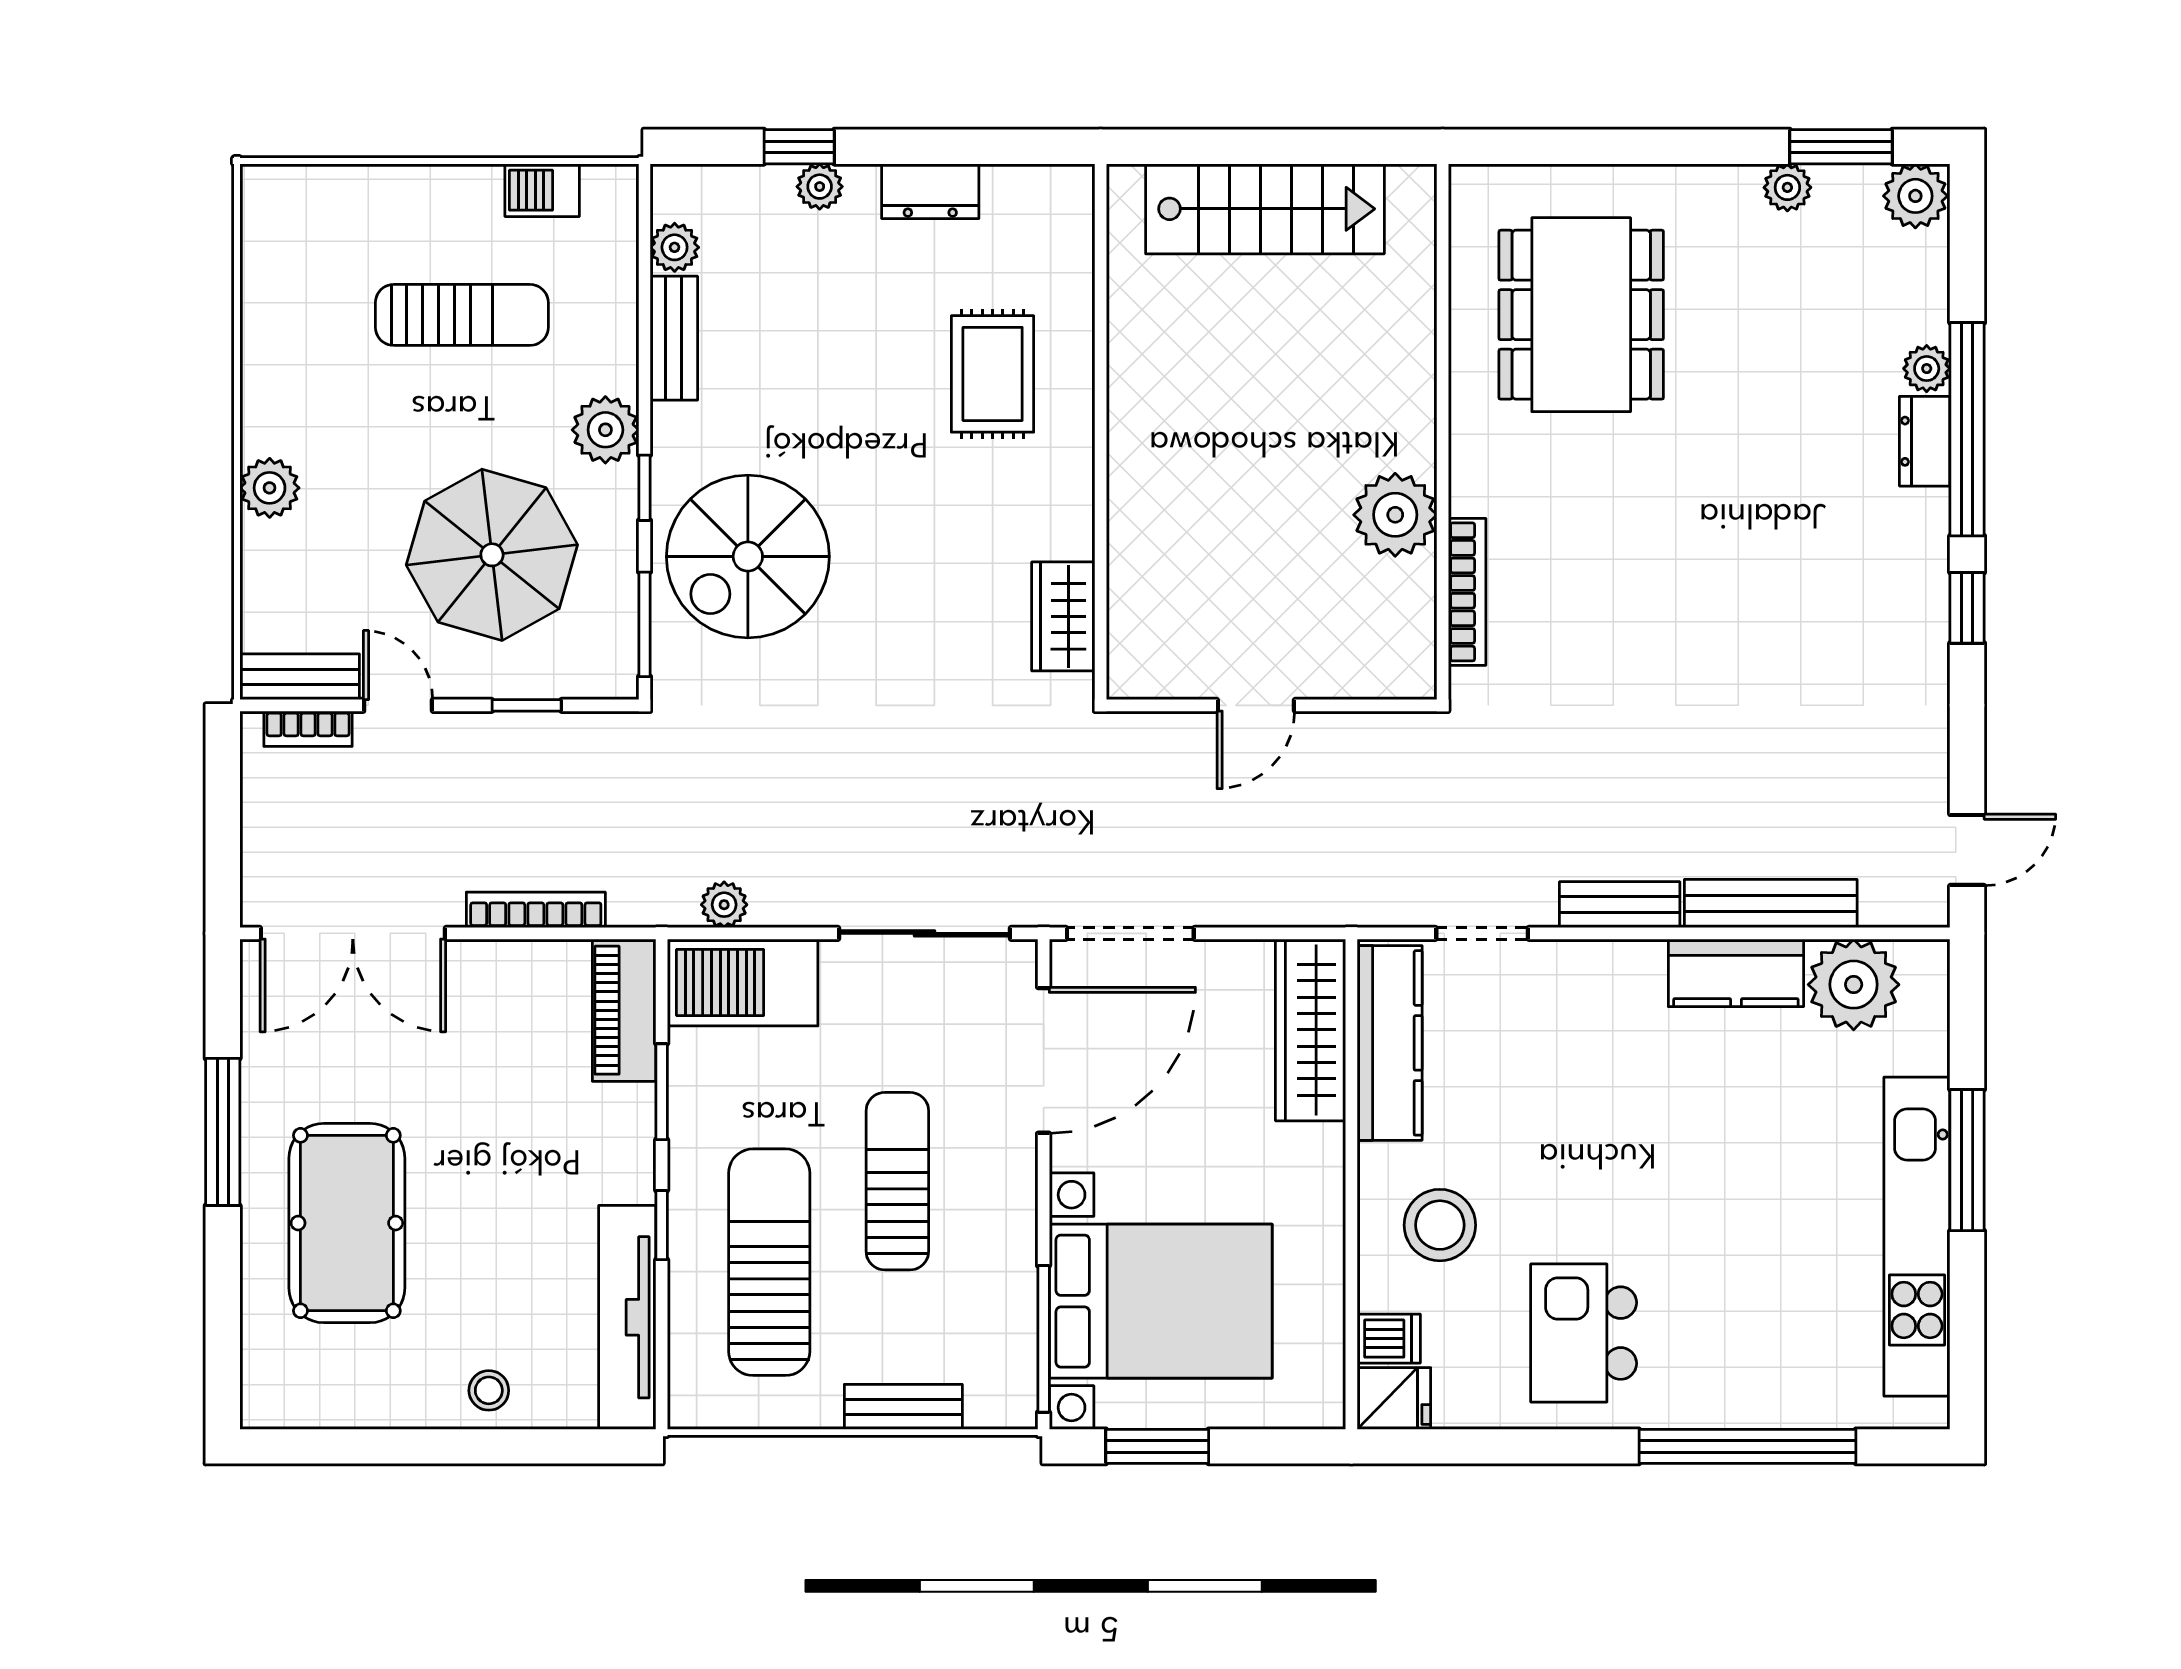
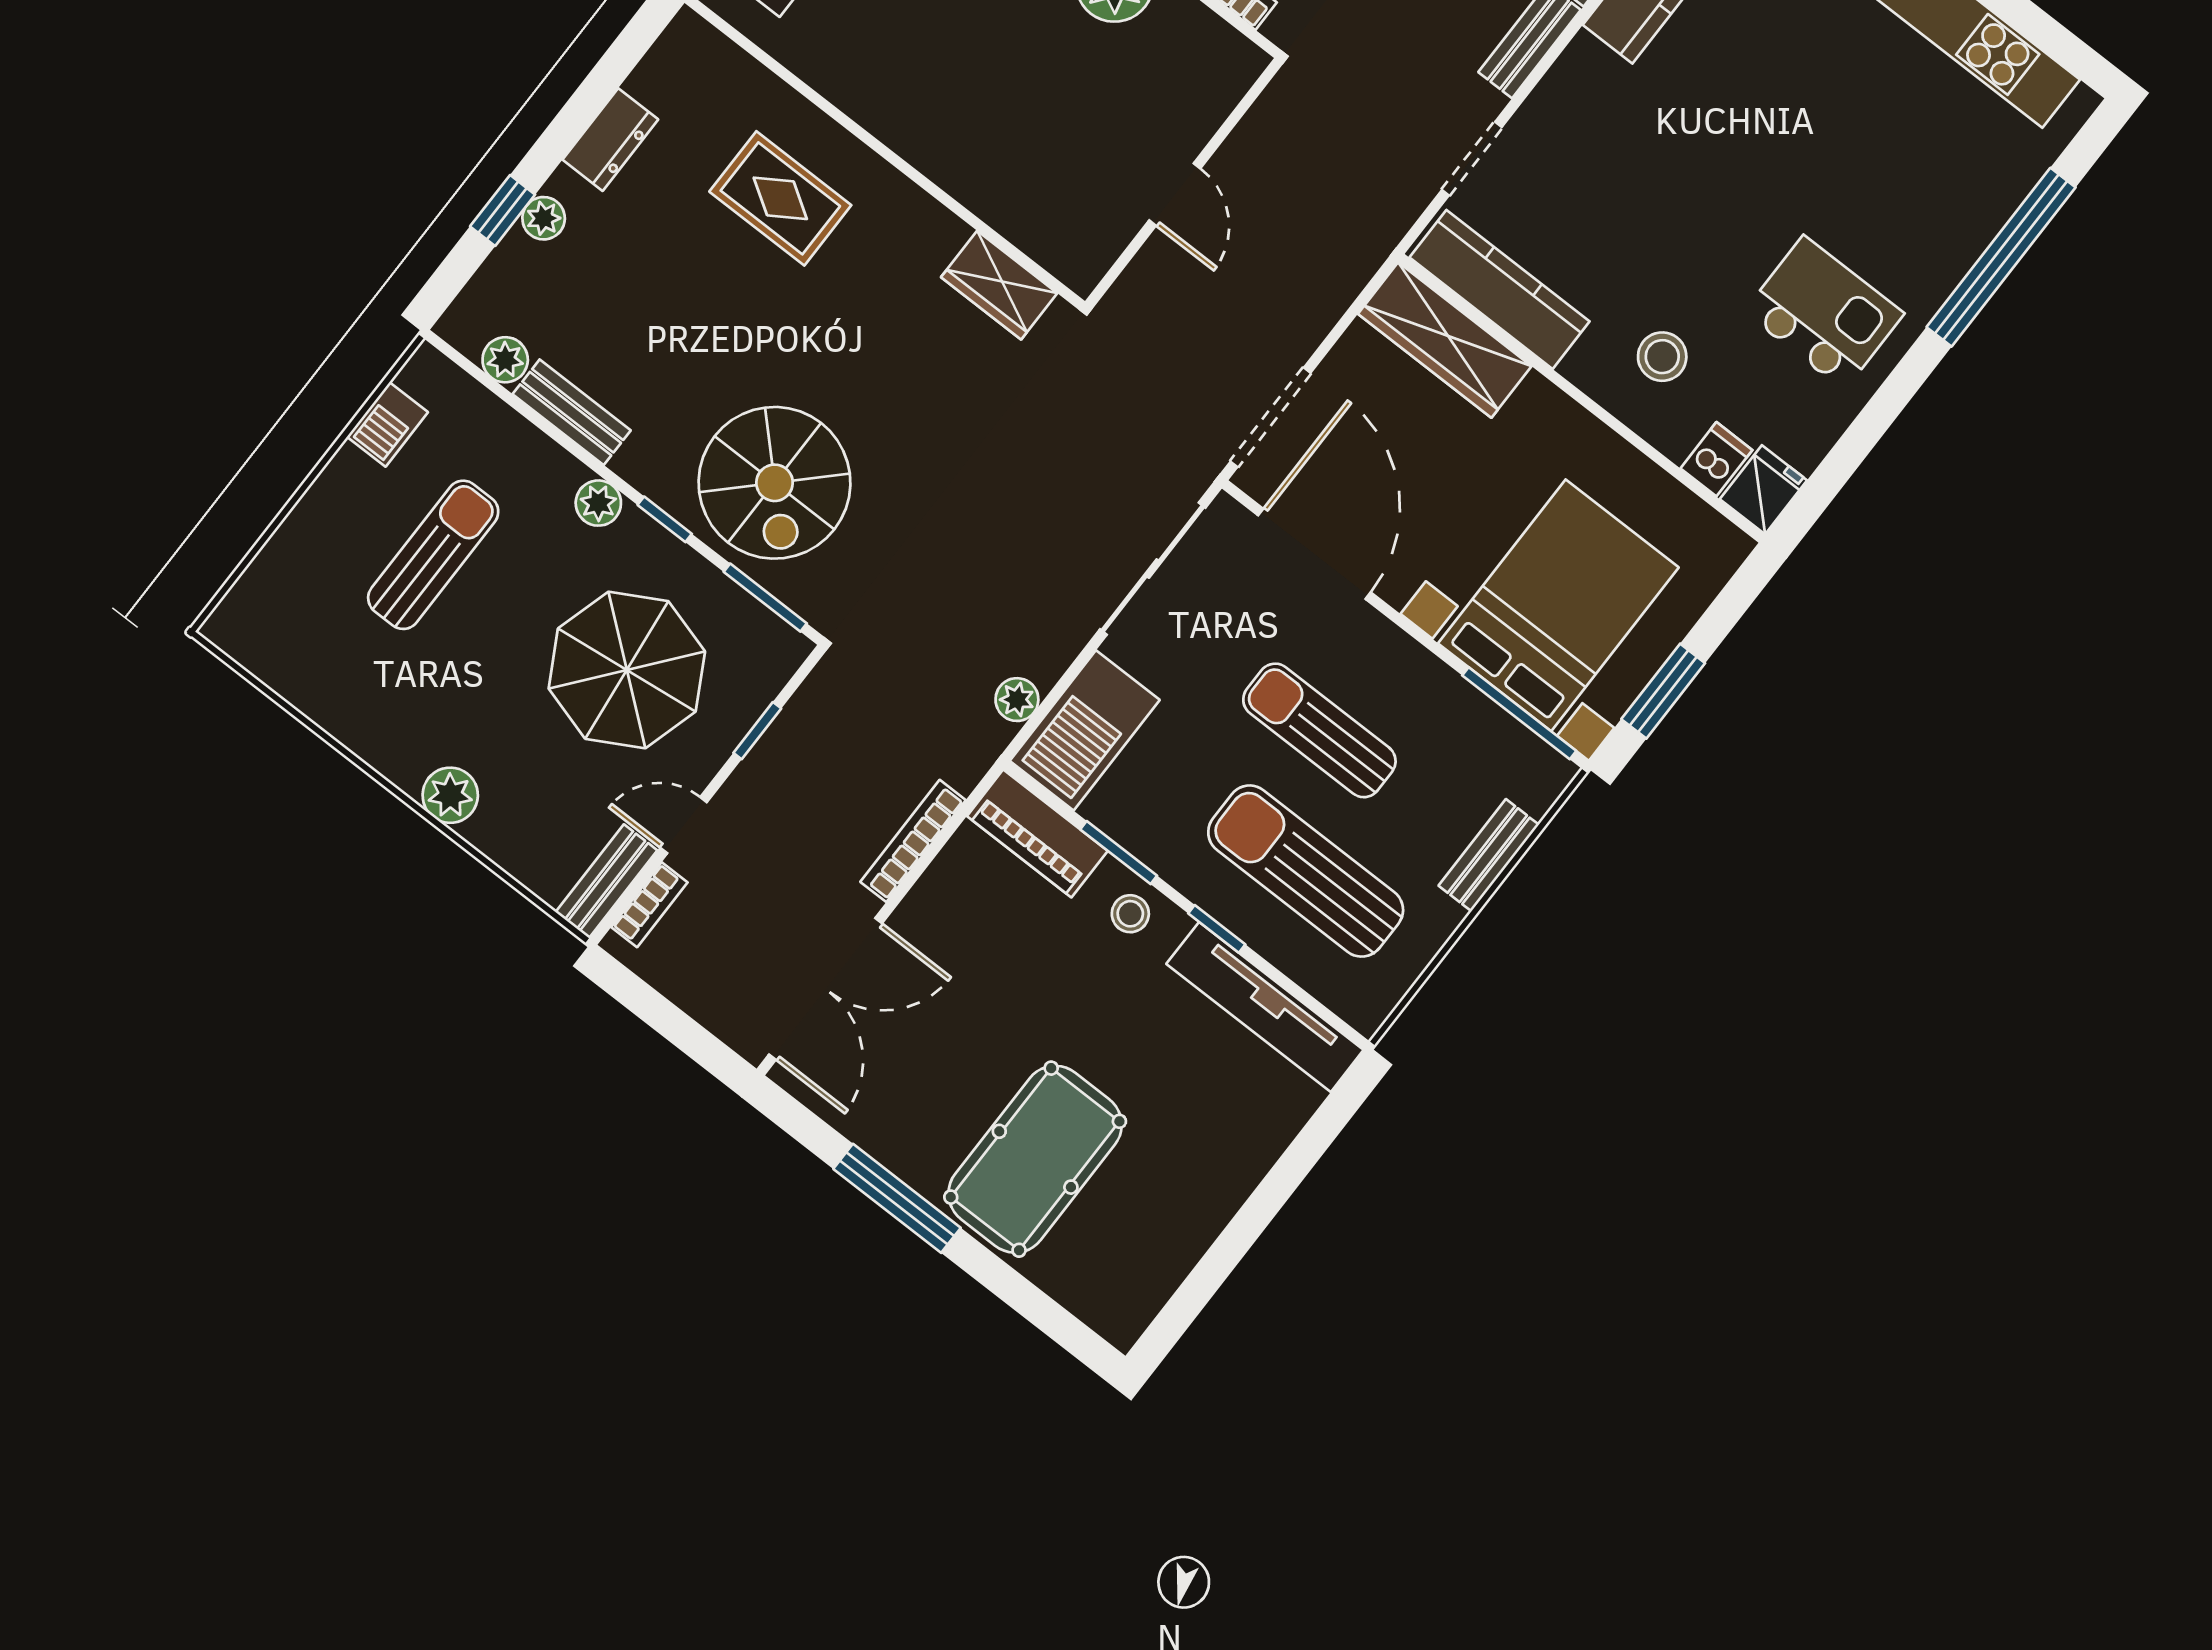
plant: (605, 430) -> (598, 503), width x0.73, depth x0.73
pool table: (347, 1223) -> (1035, 1159), turned 90
stool: (1440, 1225) -> (1662, 357), width x0.73, depth x0.73
kitchen island: (1584, 1333) -> (1824, 313), turned 180
stool: (489, 1390) -> (1130, 914), moved

